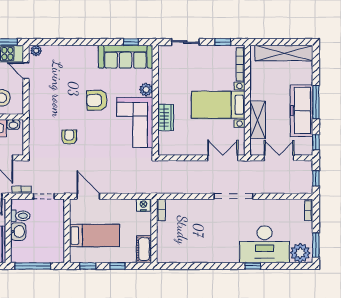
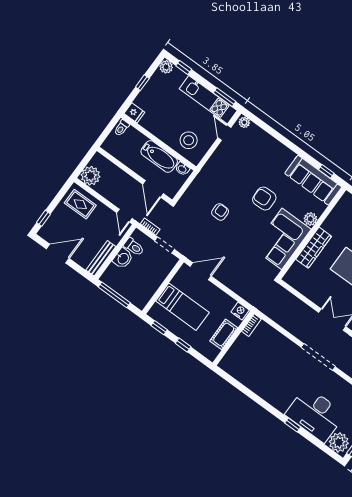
wardrobe: (166, 118) -> (314, 248), width x1.50
door: (88, 196) -> (201, 271), hinge flipped
cot: (144, 249) -> (224, 334), moved

